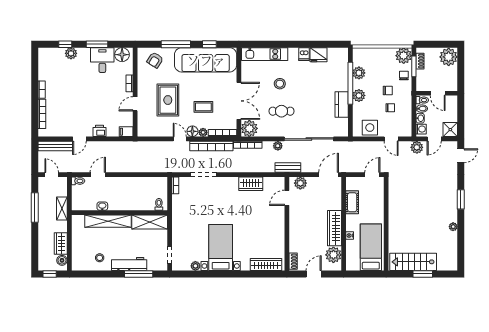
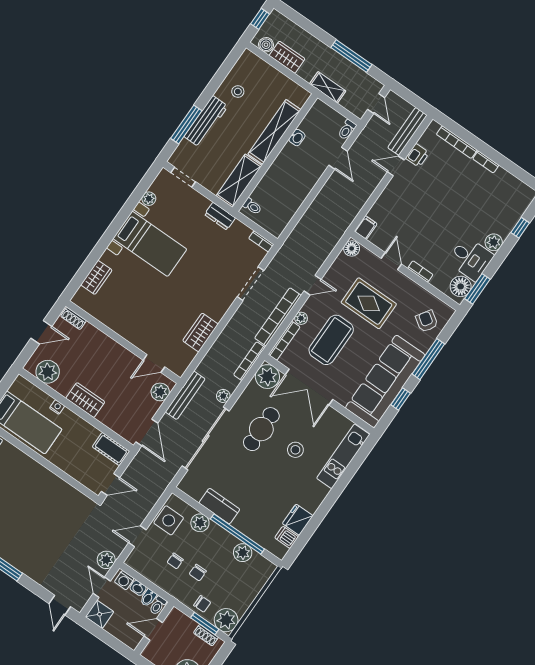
window: (97, 44) -> (477, 289), moved
plant: (71, 53) -> (494, 242), moved
dishwasher: (304, 54) -> (287, 537), moved
plant: (359, 95) -> (200, 523), moved
coffee table: (203, 107) -> (331, 340), width x1.86, depth x1.72
cafe table: (281, 111) -> (261, 429), width x1.37, depth x1.35
printer: (100, 131) -> (417, 155), moved
floor lamp: (192, 131) -> (352, 248), moved
door: (79, 139) -> (396, 166), hinge flipped
bench: (288, 168) -> (185, 395), width x1.36
door: (52, 175) -> (376, 104), hinge flipped
door: (372, 175) -> (110, 484), hinge flipped
door: (287, 198) -> (154, 363), swing flipped
cot: (352, 202) -> (111, 449), moved
dresser: (177, 219) -> (220, 216), added
wardrobe: (335, 228) -> (85, 400), width x0.67
wardrobe: (266, 265) -> (96, 277), width x0.67
door: (314, 274) -> (41, 332), hinge flipped

